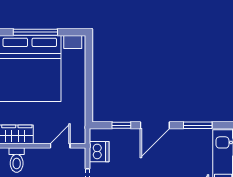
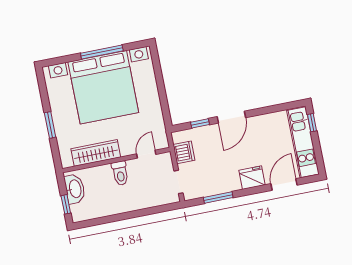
window: (198, 125) -> (272, 109), removed
toilet: (17, 160) -> (120, 173), moved

